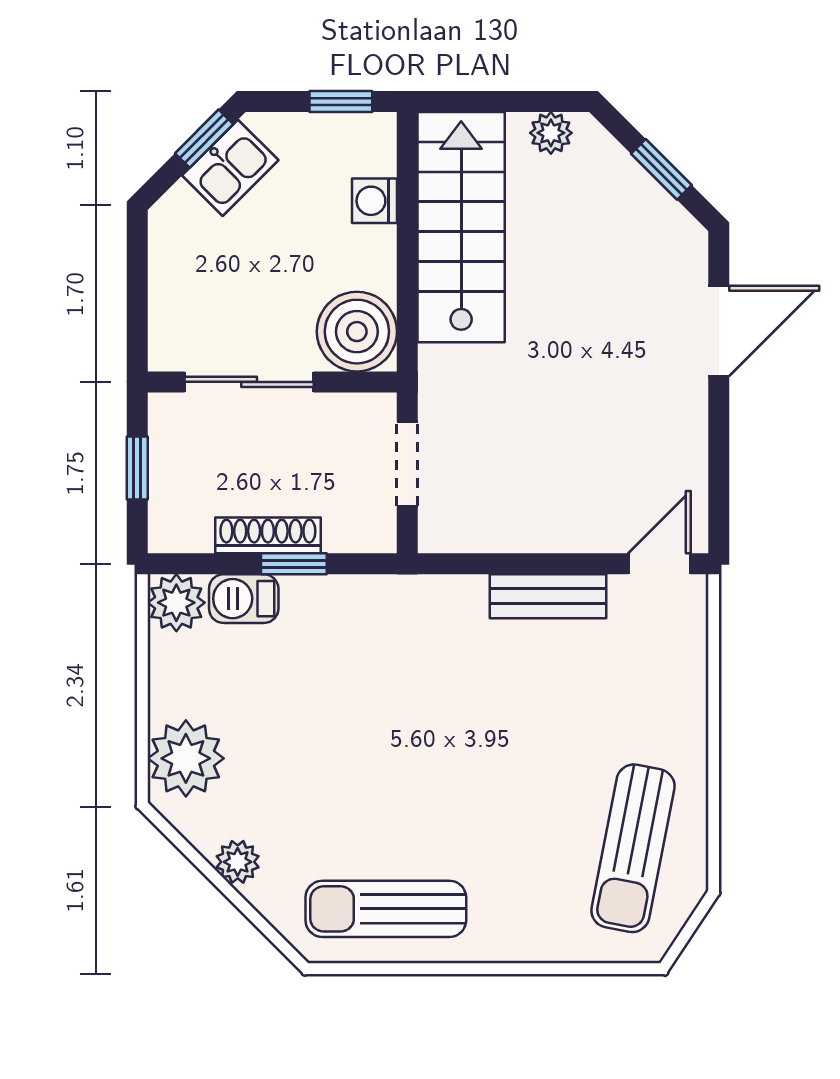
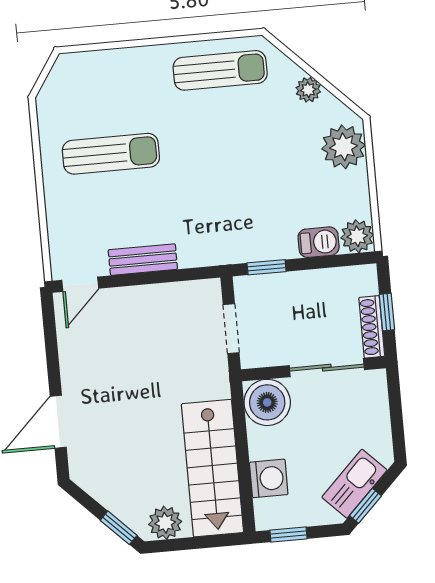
plant: (551, 133) -> (165, 523), width x1.38, depth x1.38
kitchen sink: (230, 168) -> (354, 484), width x1.38
window: (661, 169) -> (119, 528), moved
washing machine: (375, 201) -> (269, 478), width x1.38, depth x1.38
shoe rack: (268, 535) -> (372, 327), moved, turned 90
window: (294, 564) -> (267, 267), moved
sun lounger: (633, 848) -> (111, 154), moved, turned 79

